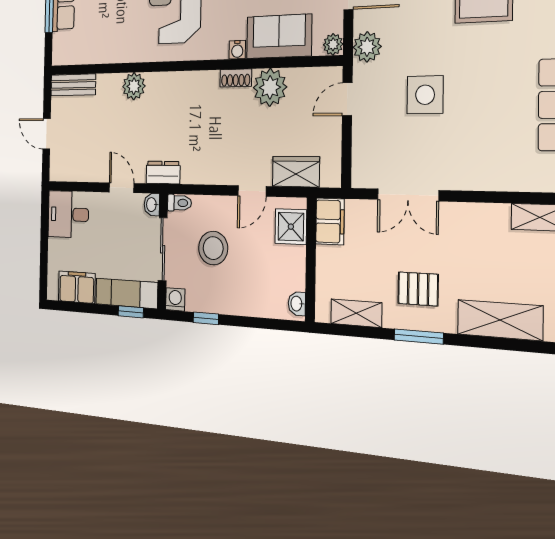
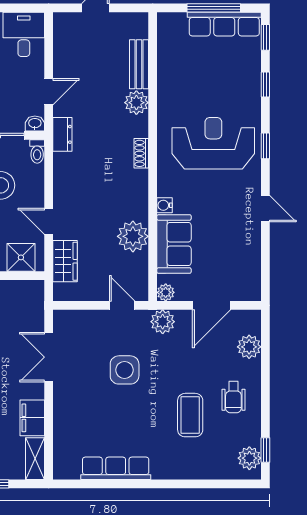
shoe rack: (236, 78) -> (141, 153), moved
bench: (73, 85) -> (139, 64), moved
filing cabinet: (330, 221) -> (32, 418), moved, turned 90

